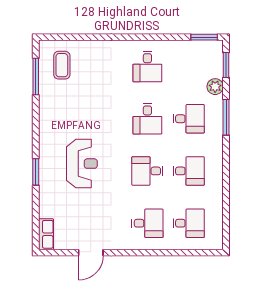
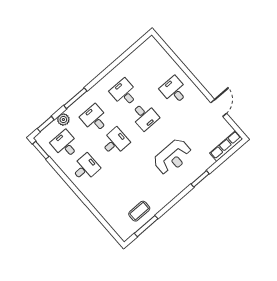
coffee table: (62, 65) -> (139, 211), moved
reception desk: (82, 164) -> (173, 157), turned 180
desk: (189, 223) -> (65, 144), moved
row of seats: (46, 234) -> (226, 146), width x1.48
door: (91, 253) -> (219, 108), hinge flipped

